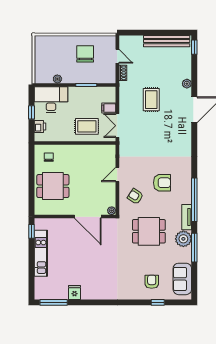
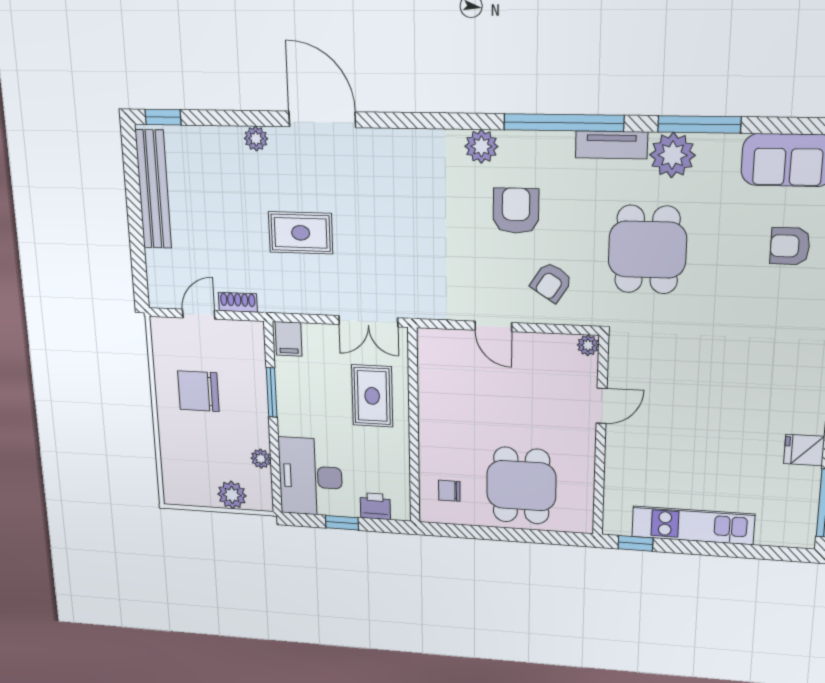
plant: (41, 66) -> (232, 495), added
filing cabinet: (109, 108) -> (289, 339), moved
plant: (185, 170) -> (481, 146), added
door: (88, 217) -> (602, 406), width x0.53

